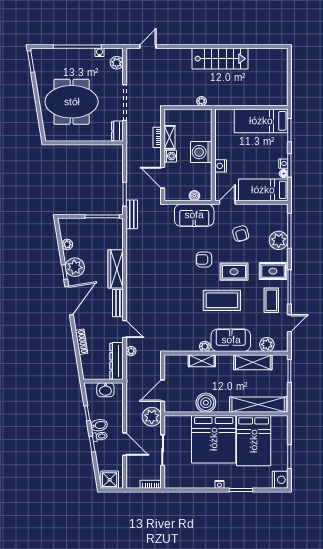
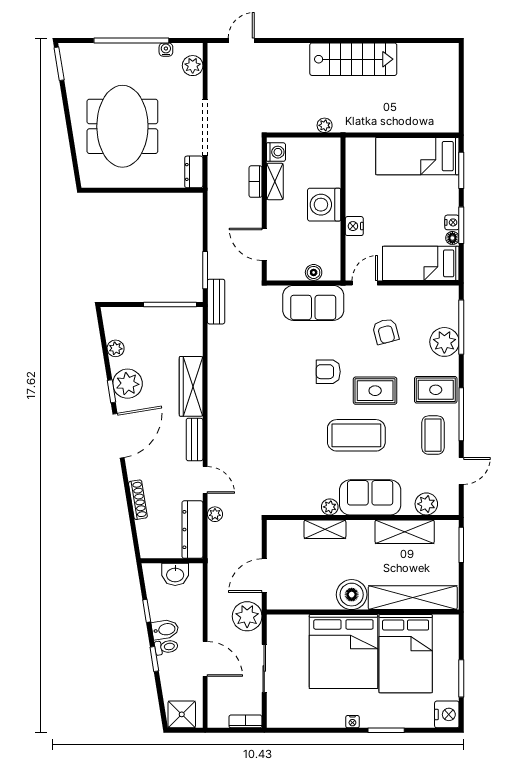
meeting table: (72, 102) -> (122, 126), turned 90
washing machine: (170, 156) -> (276, 152), moved
boiler: (206, 403) -> (352, 595), moved

